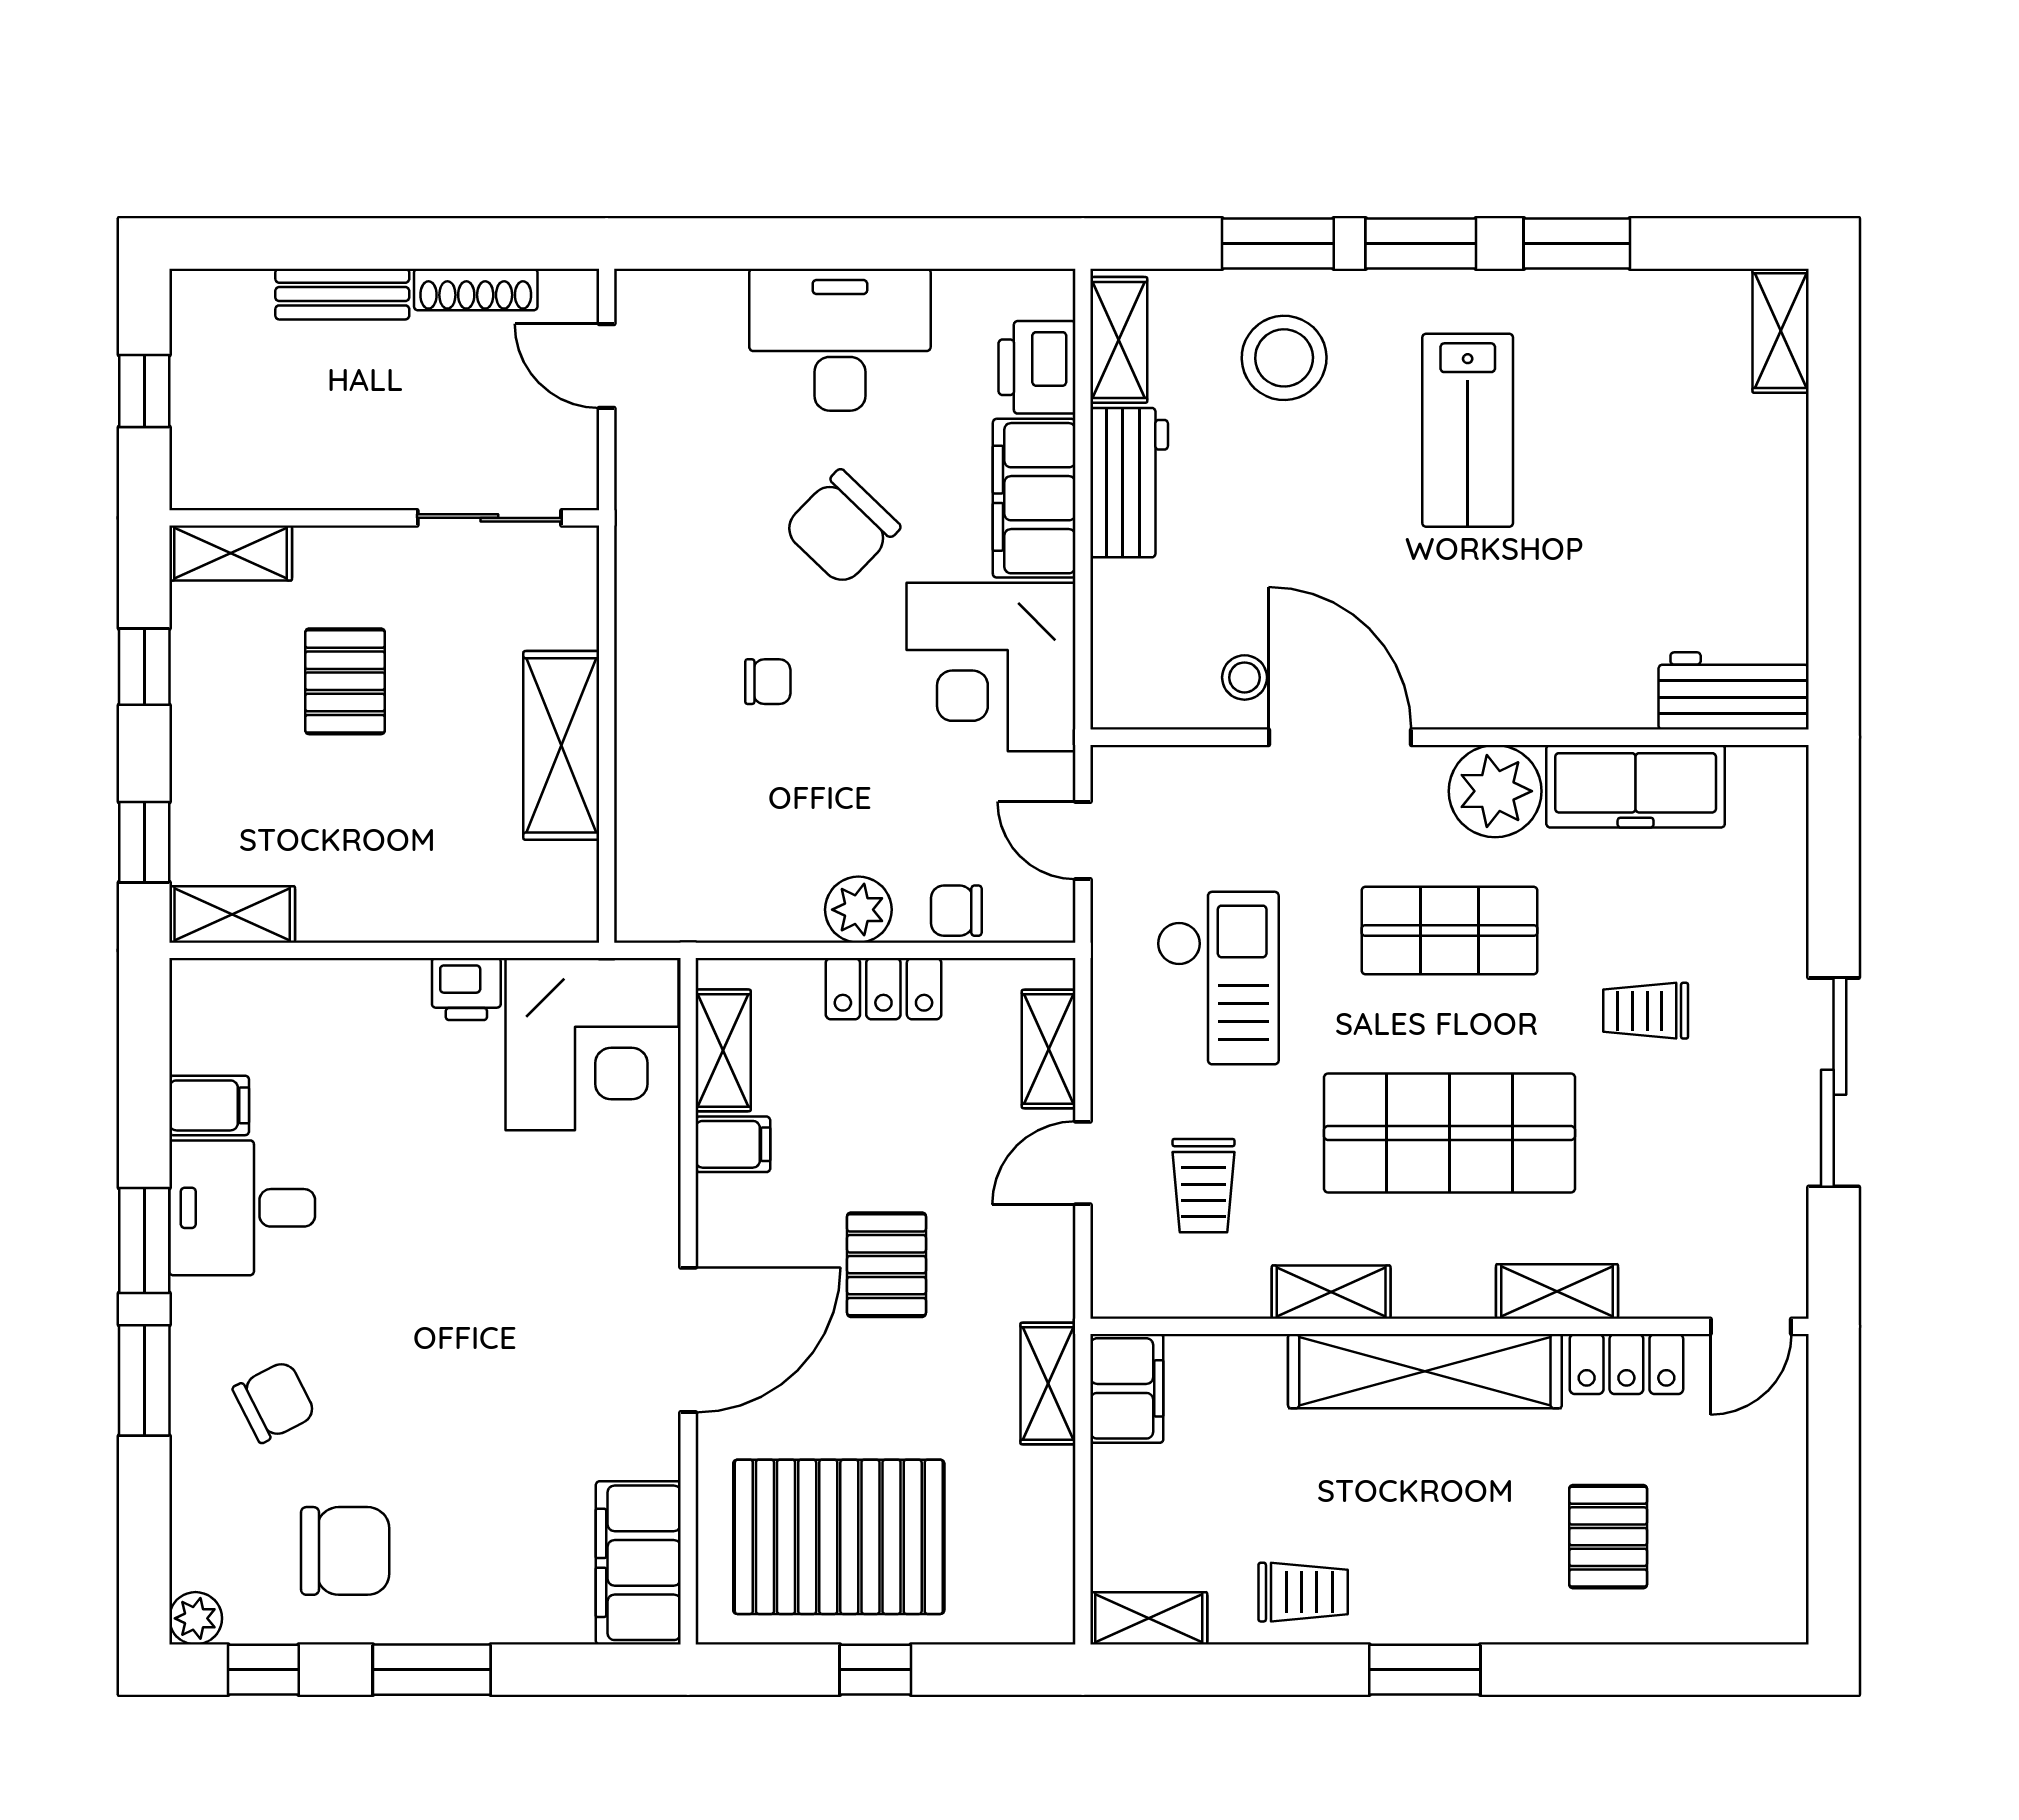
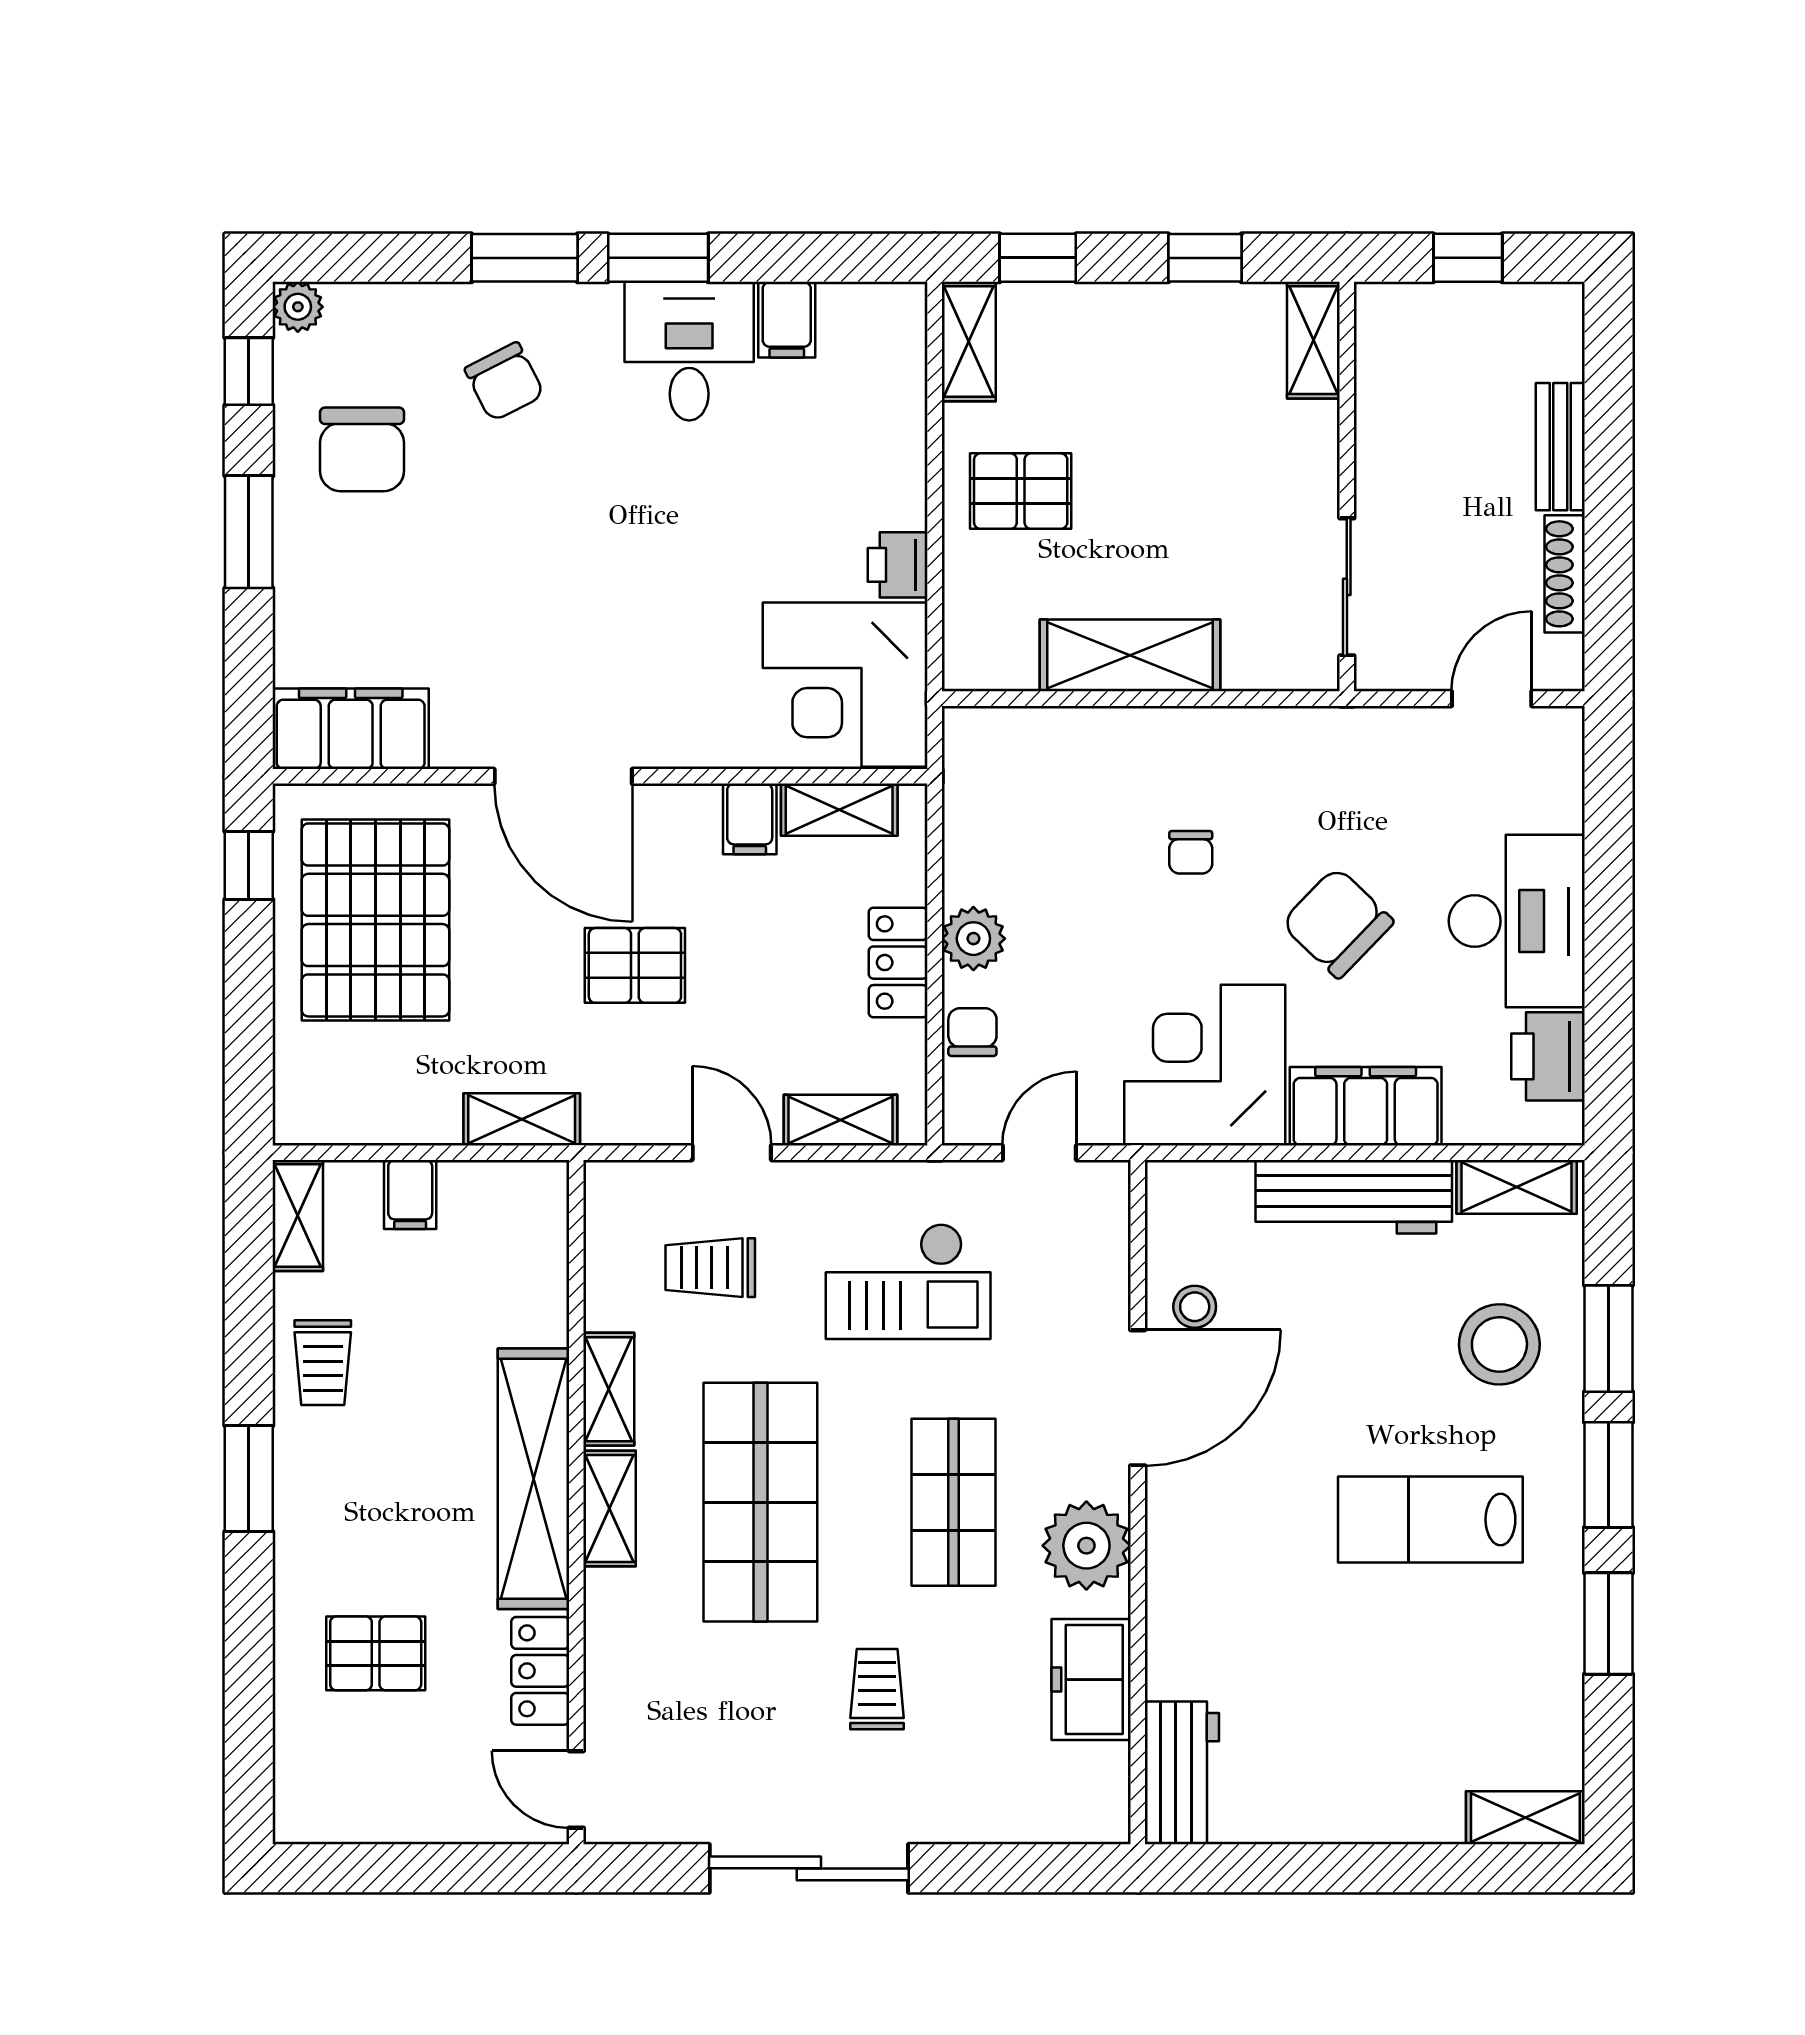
printer: (1037, 367) -> (1548, 1056), moved, turned -90
workbench: (1129, 483) -> (1354, 1197), width x1.38
pallet: (345, 681) -> (1021, 491), moved
freezer: (1636, 786) -> (1091, 1680), width x0.71
shelving: (1557, 1291) -> (609, 1508), moved
filing cabinet: (1127, 1388) -> (410, 1195), moved, width x0.50
window: (875, 1670) -> (249, 865), moved

